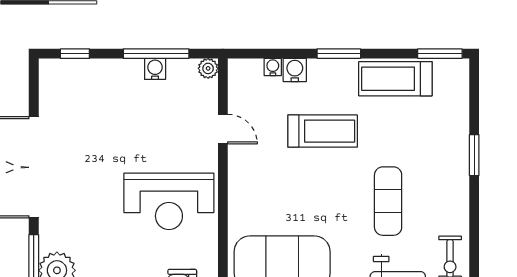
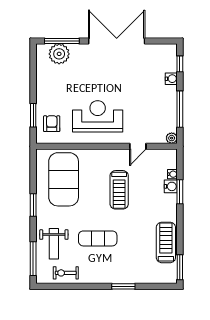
window: (339, 54) -> (180, 192), moved
water cooler: (155, 69) -> (171, 79), moved
treadmill: (323, 131) -> (119, 190), moved
reception desk: (169, 201) -> (98, 116), turned 90

